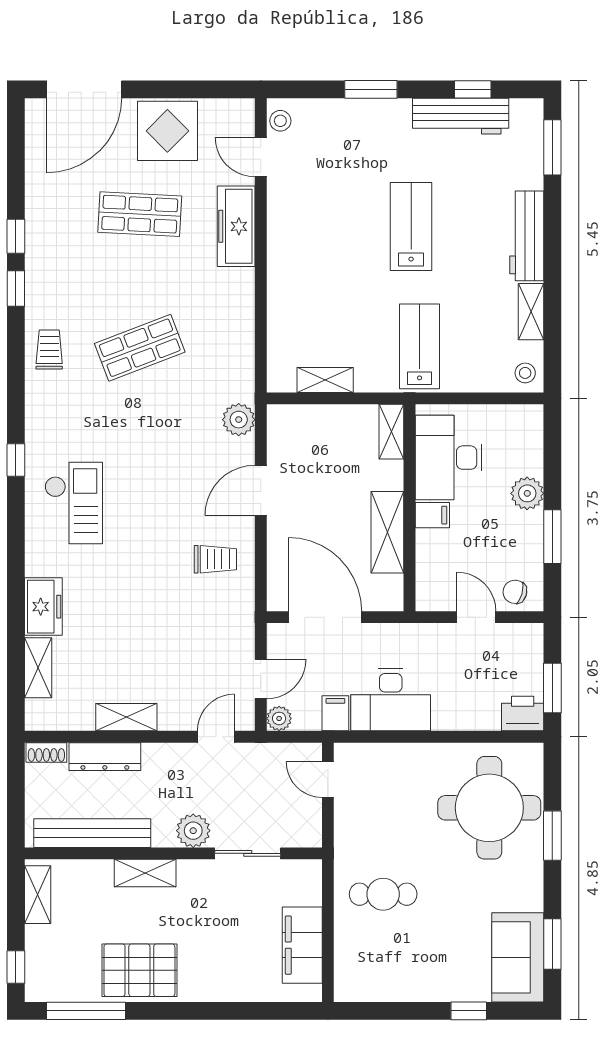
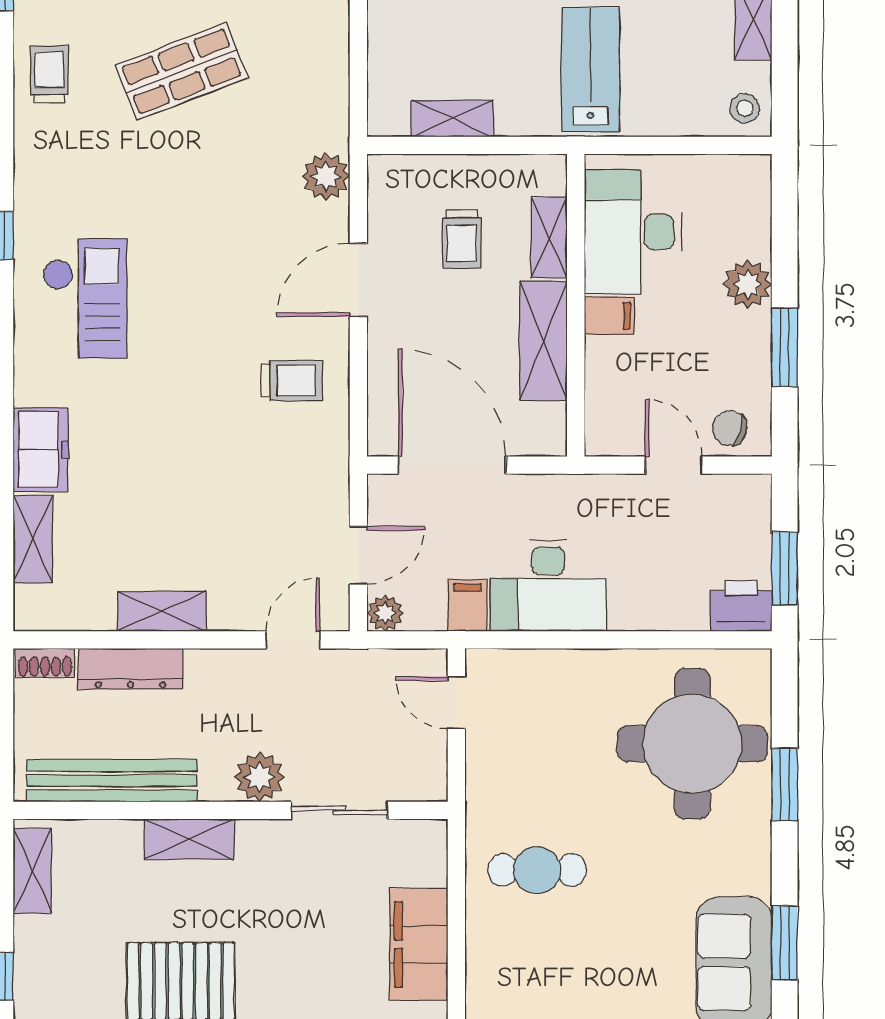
shelving: (391, 432) -> (549, 238), moved
trolley: (332, 462) -> (462, 239), added

